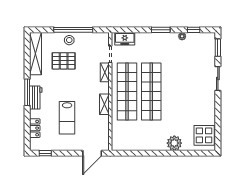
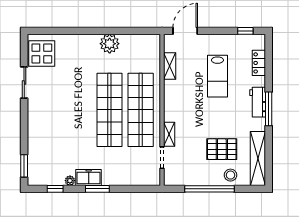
freezer: (125, 39) -> (89, 177), moved
stool: (69, 40) -> (230, 175), moved
sliding door: (218, 79) -> (24, 83), moved
shelving: (104, 104) -> (170, 66), moved
lab bench: (67, 118) -> (217, 76), turned 180
plant: (174, 143) -> (110, 44), moved

